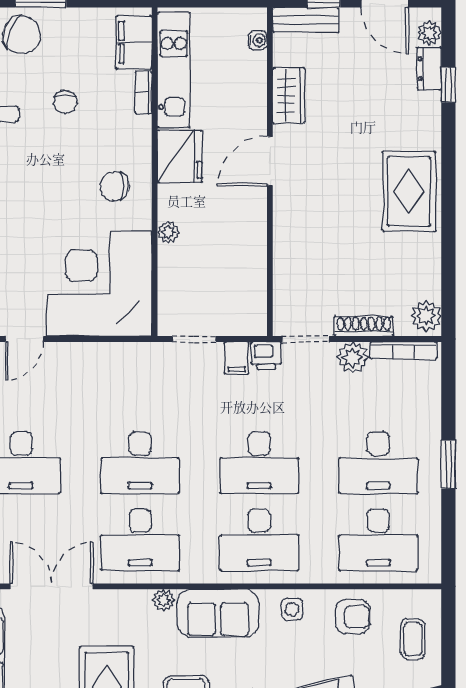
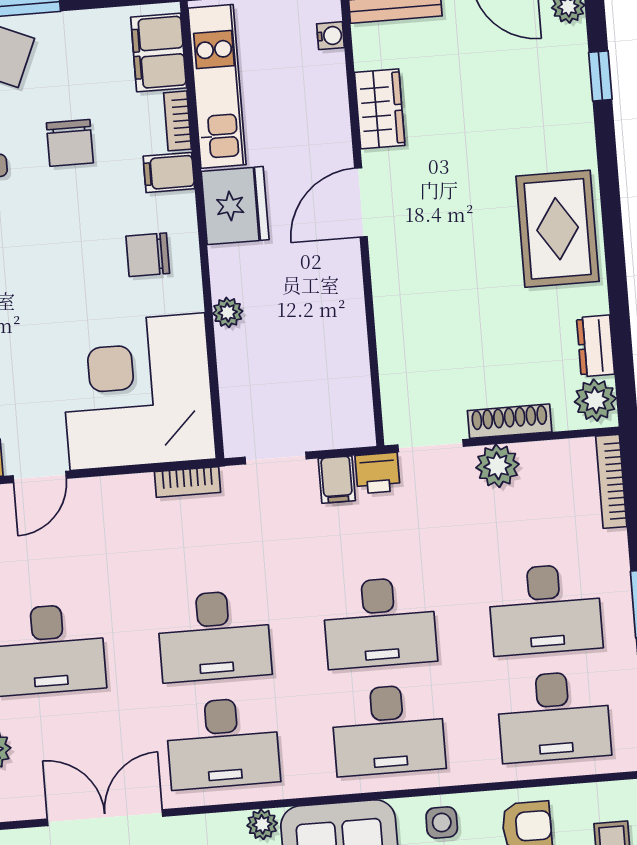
dresser: (429, 69) -> (595, 346), moved
chair: (65, 102) -> (70, 143), width x1.37, depth x1.37
filing cabinet: (134, 129) -> (169, 172), added
bookcase: (403, 350) -> (611, 481), moved, turned 90
bookcase: (130, 351) -> (188, 482), added

